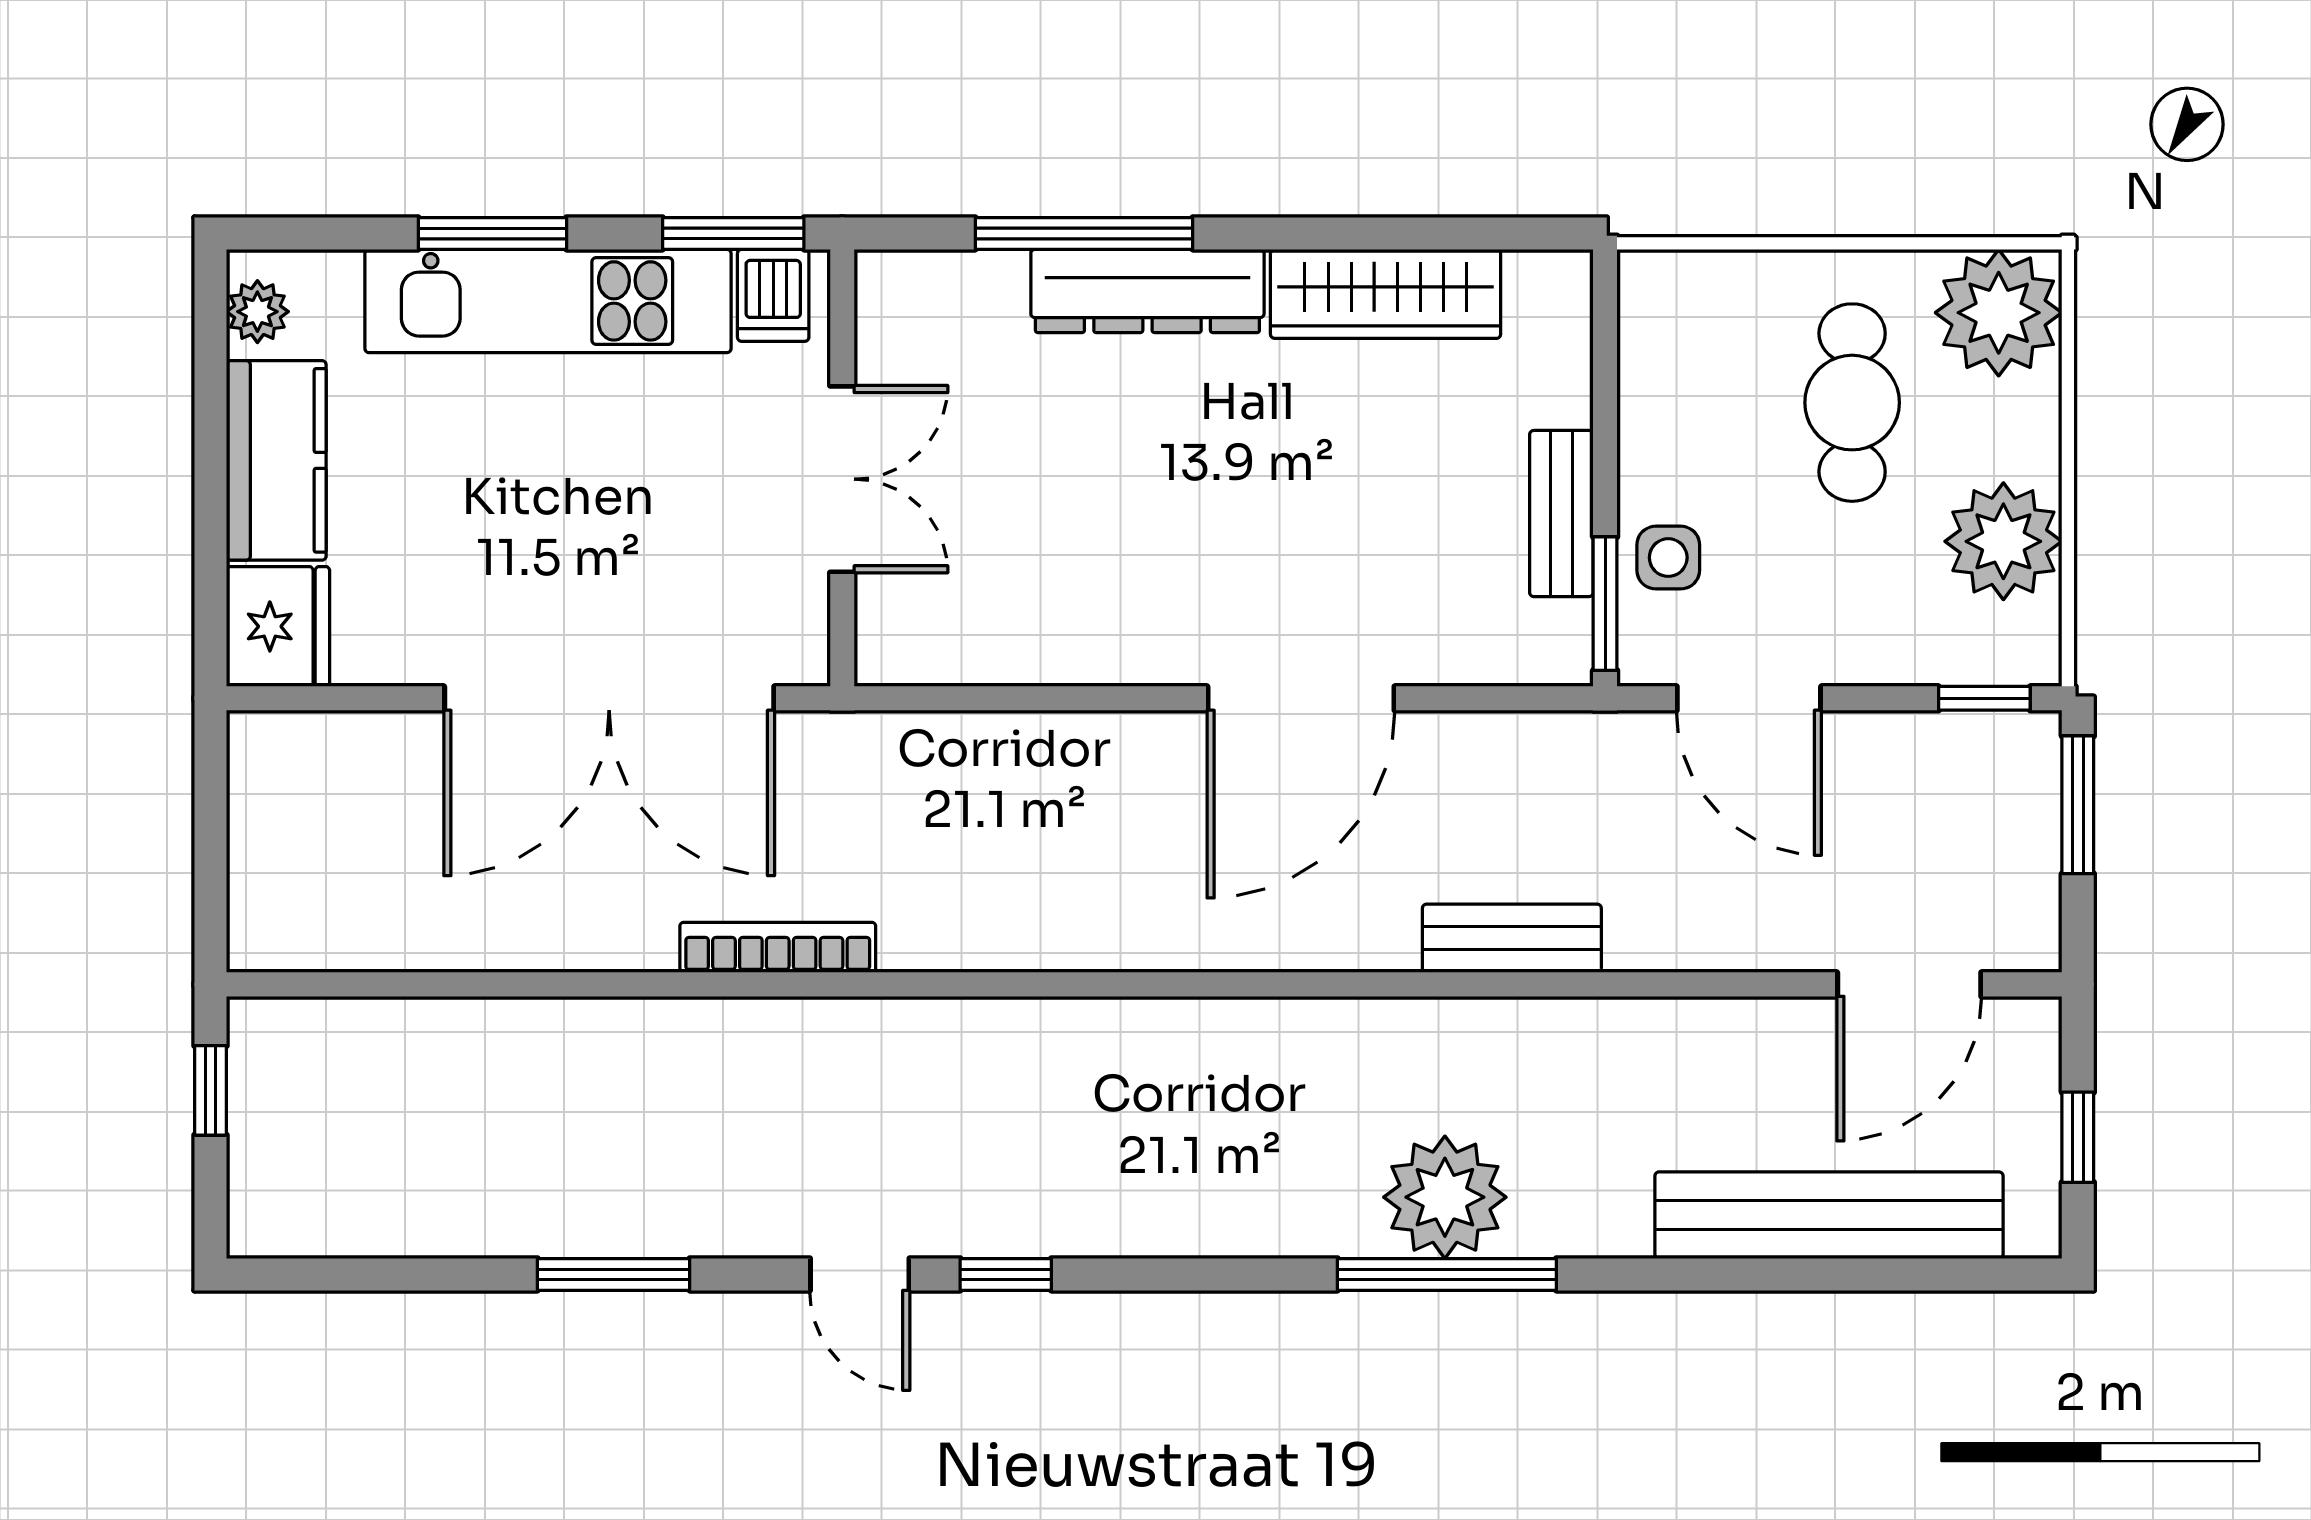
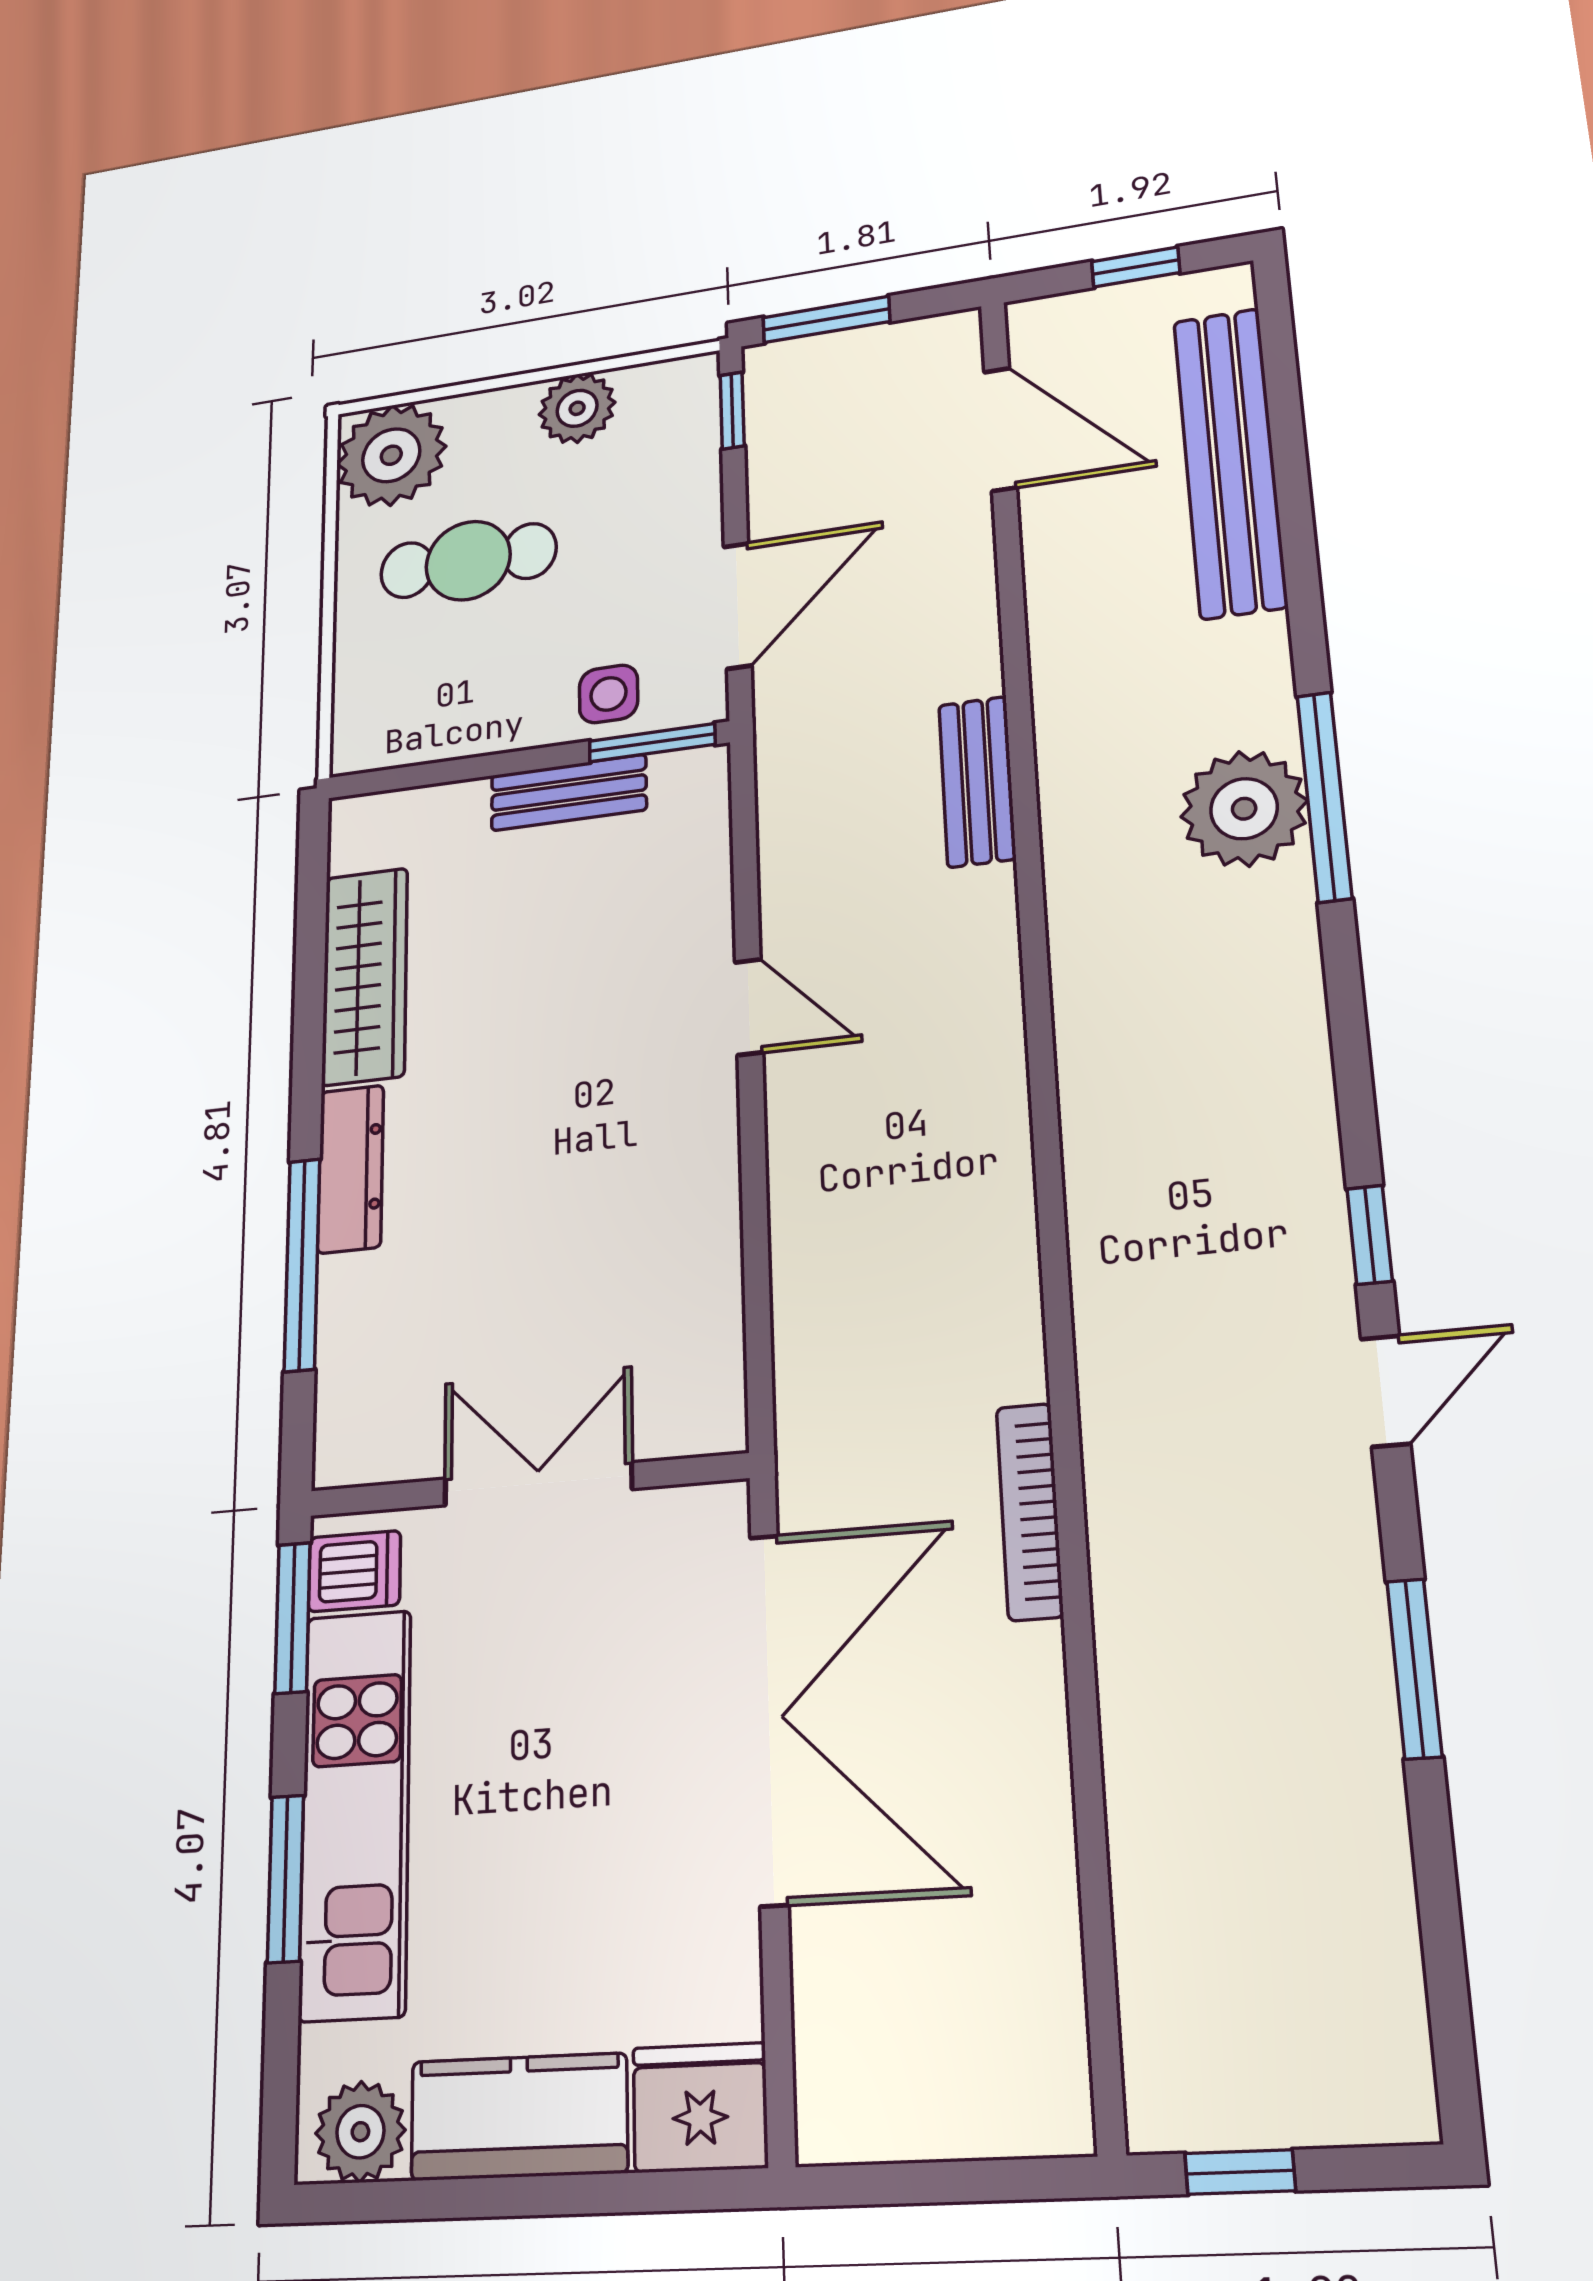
dresser: (1147, 291) -> (351, 1169), width x0.73, depth x0.80
plant: (257, 312) -> (360, 2132), width x1.38, depth x1.38
plant: (2003, 541) -> (577, 408), width x0.73, depth x0.73
door: (1301, 698) -> (749, 1007), width x0.53

